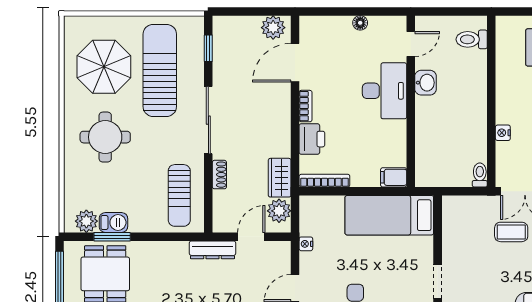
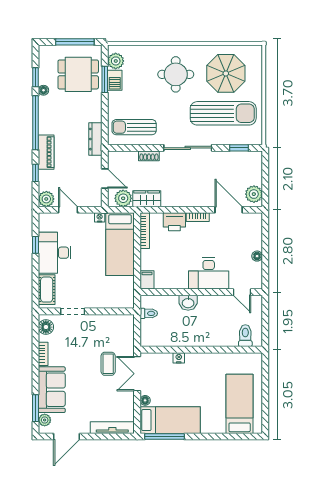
washbasin: (426, 83) -> (188, 303), moved
toilet: (480, 175) -> (149, 313), moved
bed: (389, 215) -> (120, 244), moved, turned 180
dresser: (213, 250) -> (95, 139), moved

